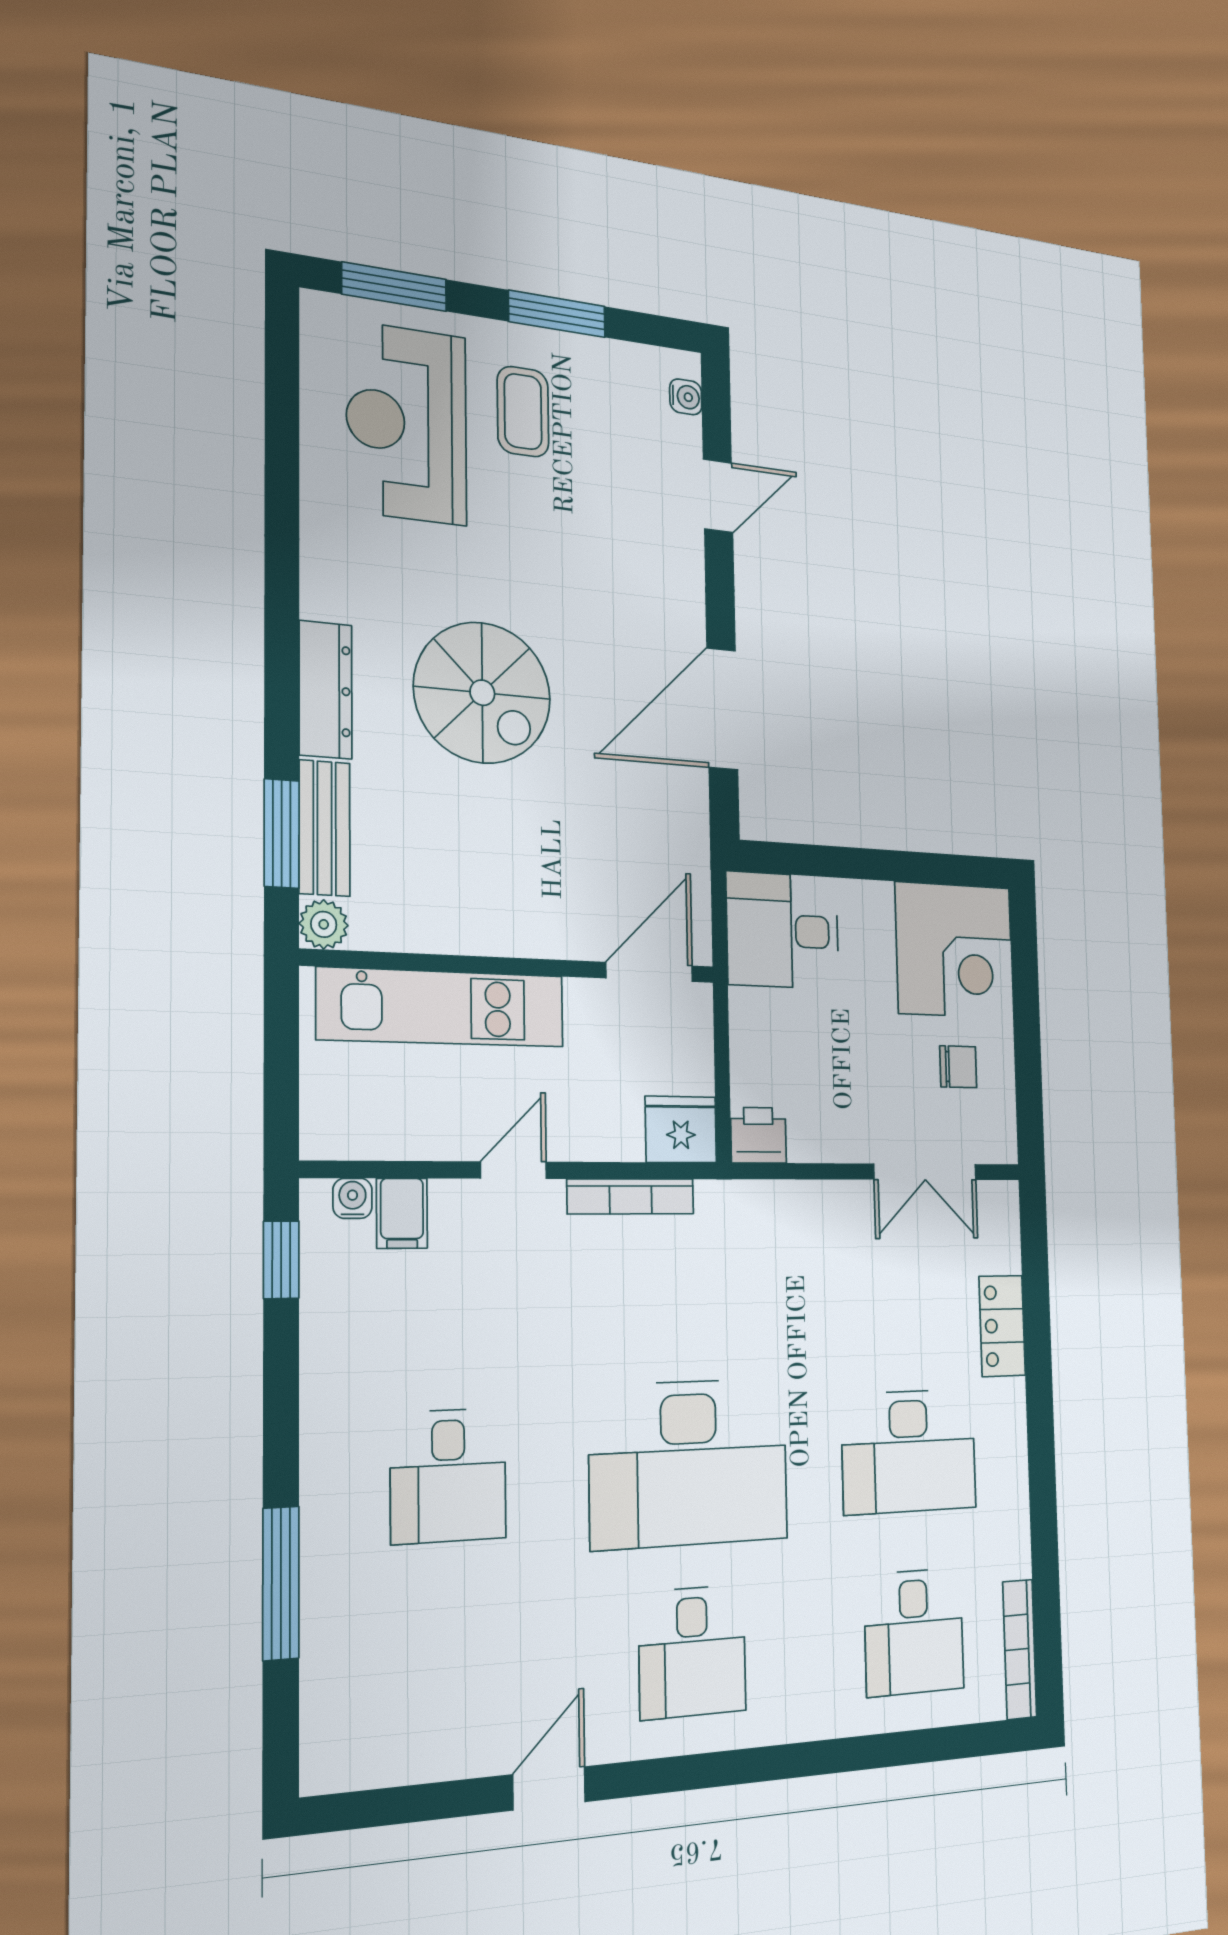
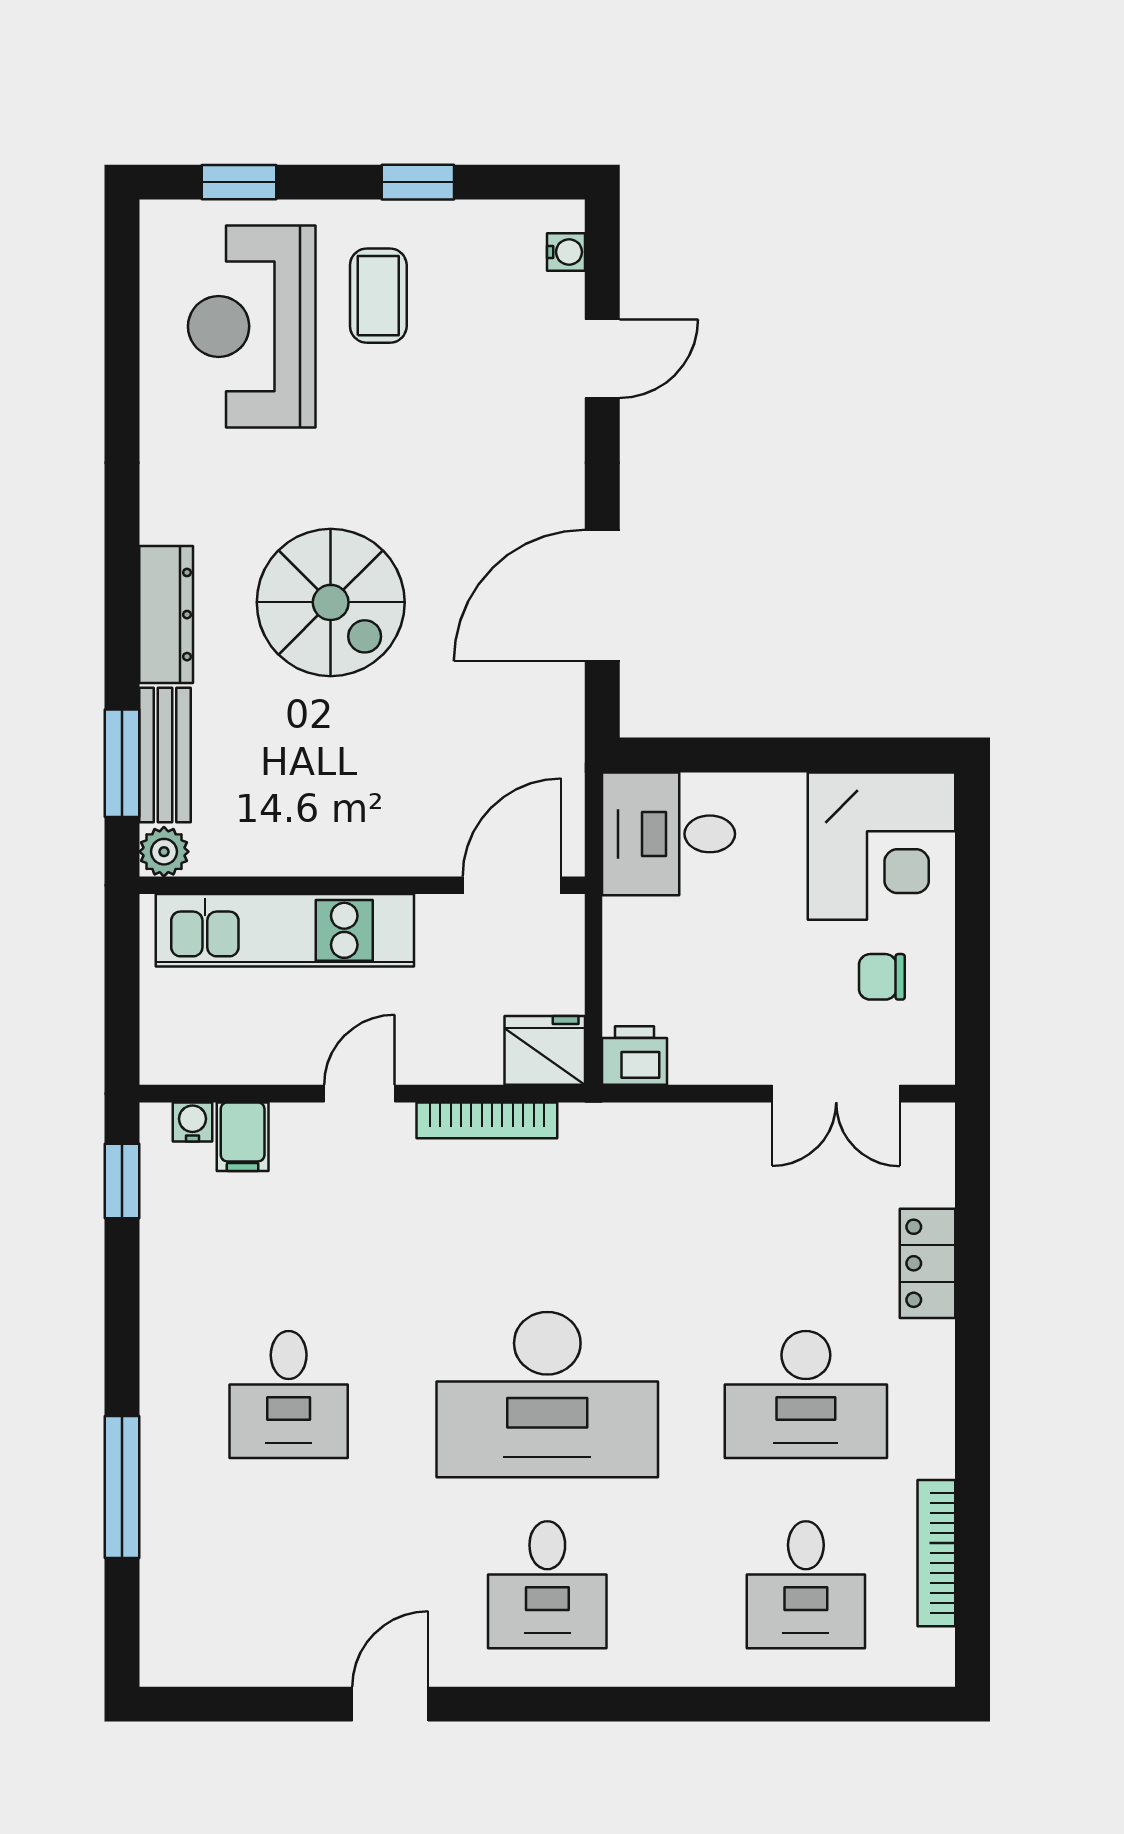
window: (394, 287) -> (239, 182), width x0.67
window: (557, 314) -> (418, 182), width x0.67
chair: (958, 1067) -> (882, 977), turned 180
bookcase: (1020, 1649) -> (936, 1553), moved

